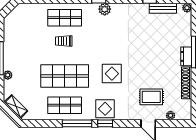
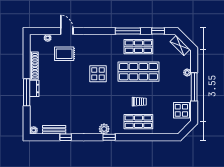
display table: (105, 109) -> (181, 110), moved
window: (105, 123) -> (158, 31), moved

